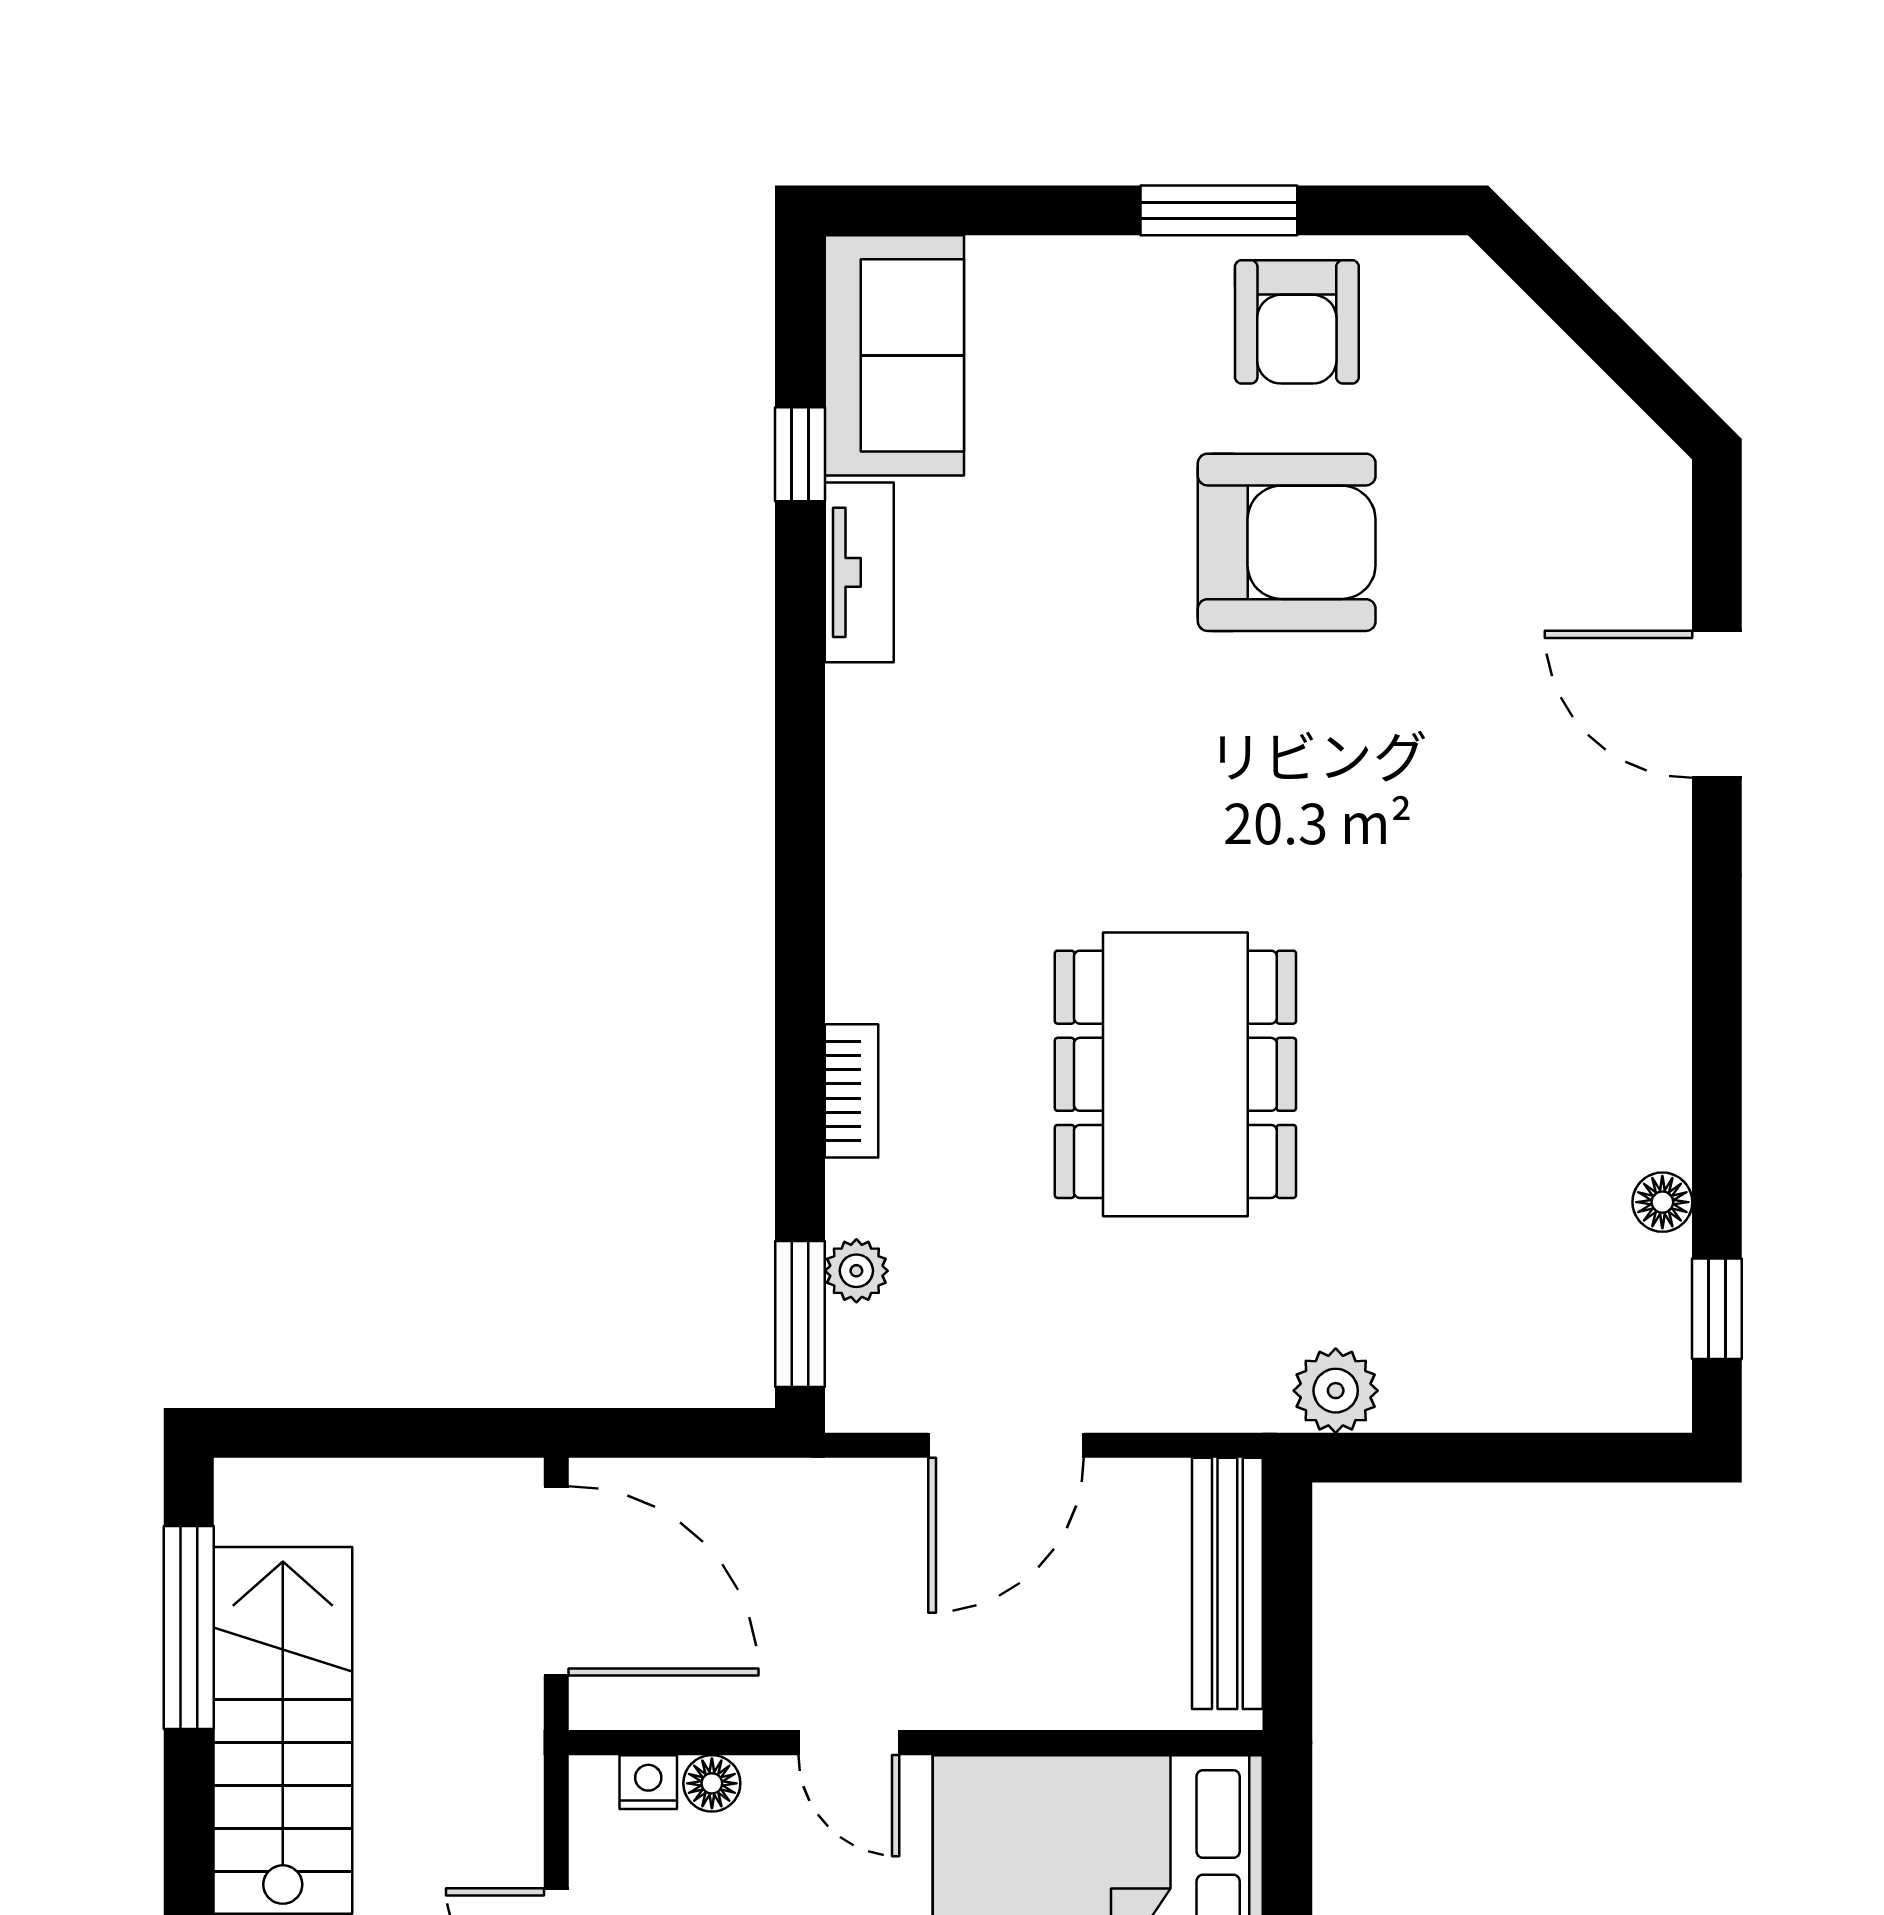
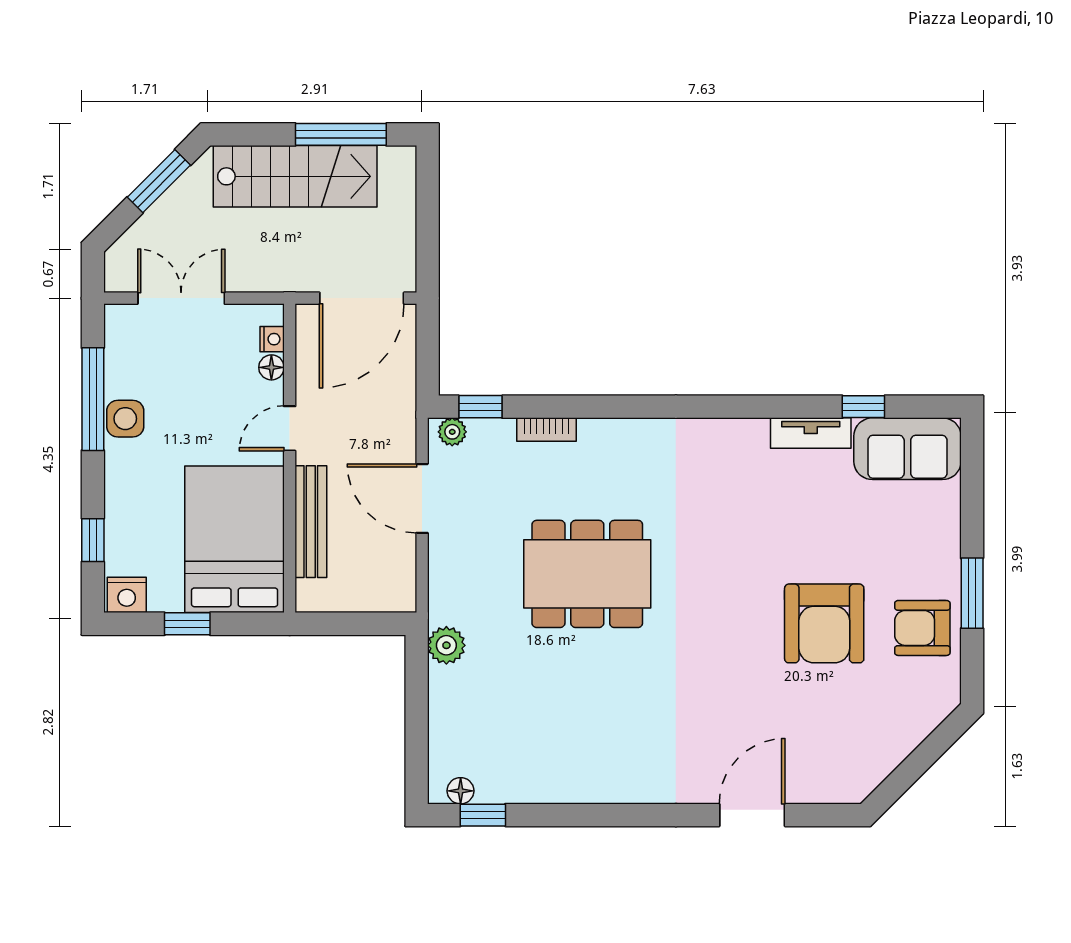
bookcase: (851, 1091) -> (546, 430), moved
floor lamp: (1662, 1202) -> (461, 791), moved
plant: (856, 1271) -> (452, 432), moved
window: (800, 1314) -> (480, 407), width x0.67
bench: (1227, 1583) -> (311, 522), moved, turned 90

